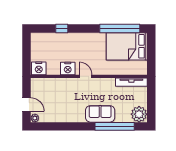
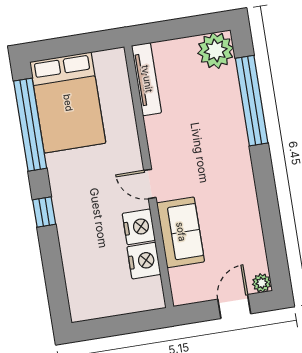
window: (62, 28) -> (44, 212), moved
nightstand: (39, 68) -> (144, 261), moved
door: (86, 76) -> (150, 184), hinge flipped
sofa: (100, 114) -> (181, 232), moved, turned 180

